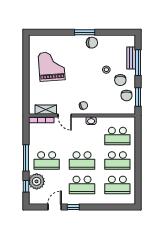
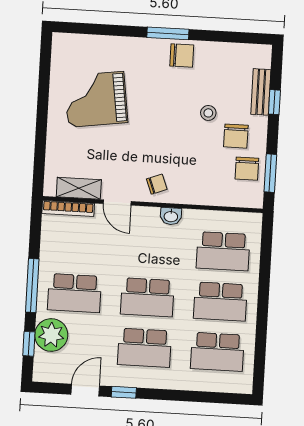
window: (138, 63) -> (274, 102), width x0.46
grand piano: (52, 66) -> (96, 99), turned -94

